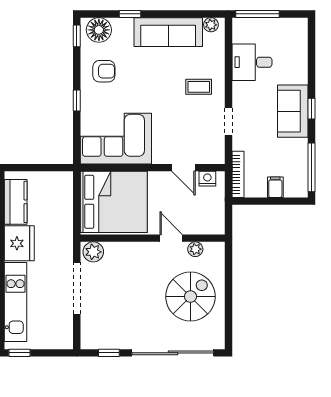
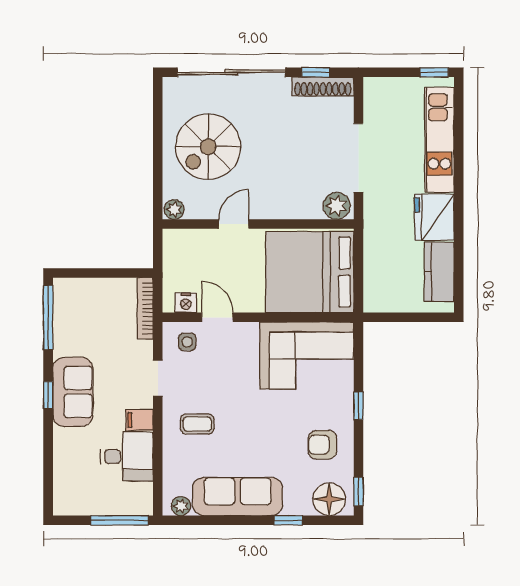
side table: (206, 149) -> (187, 342), added
filing cabinet: (275, 187) -> (139, 420), moved, turned 90
door: (171, 238) -> (234, 224), swing flipped
plant: (195, 249) -> (174, 209), moved
shoe rack: (104, 342) -> (323, 87), added

